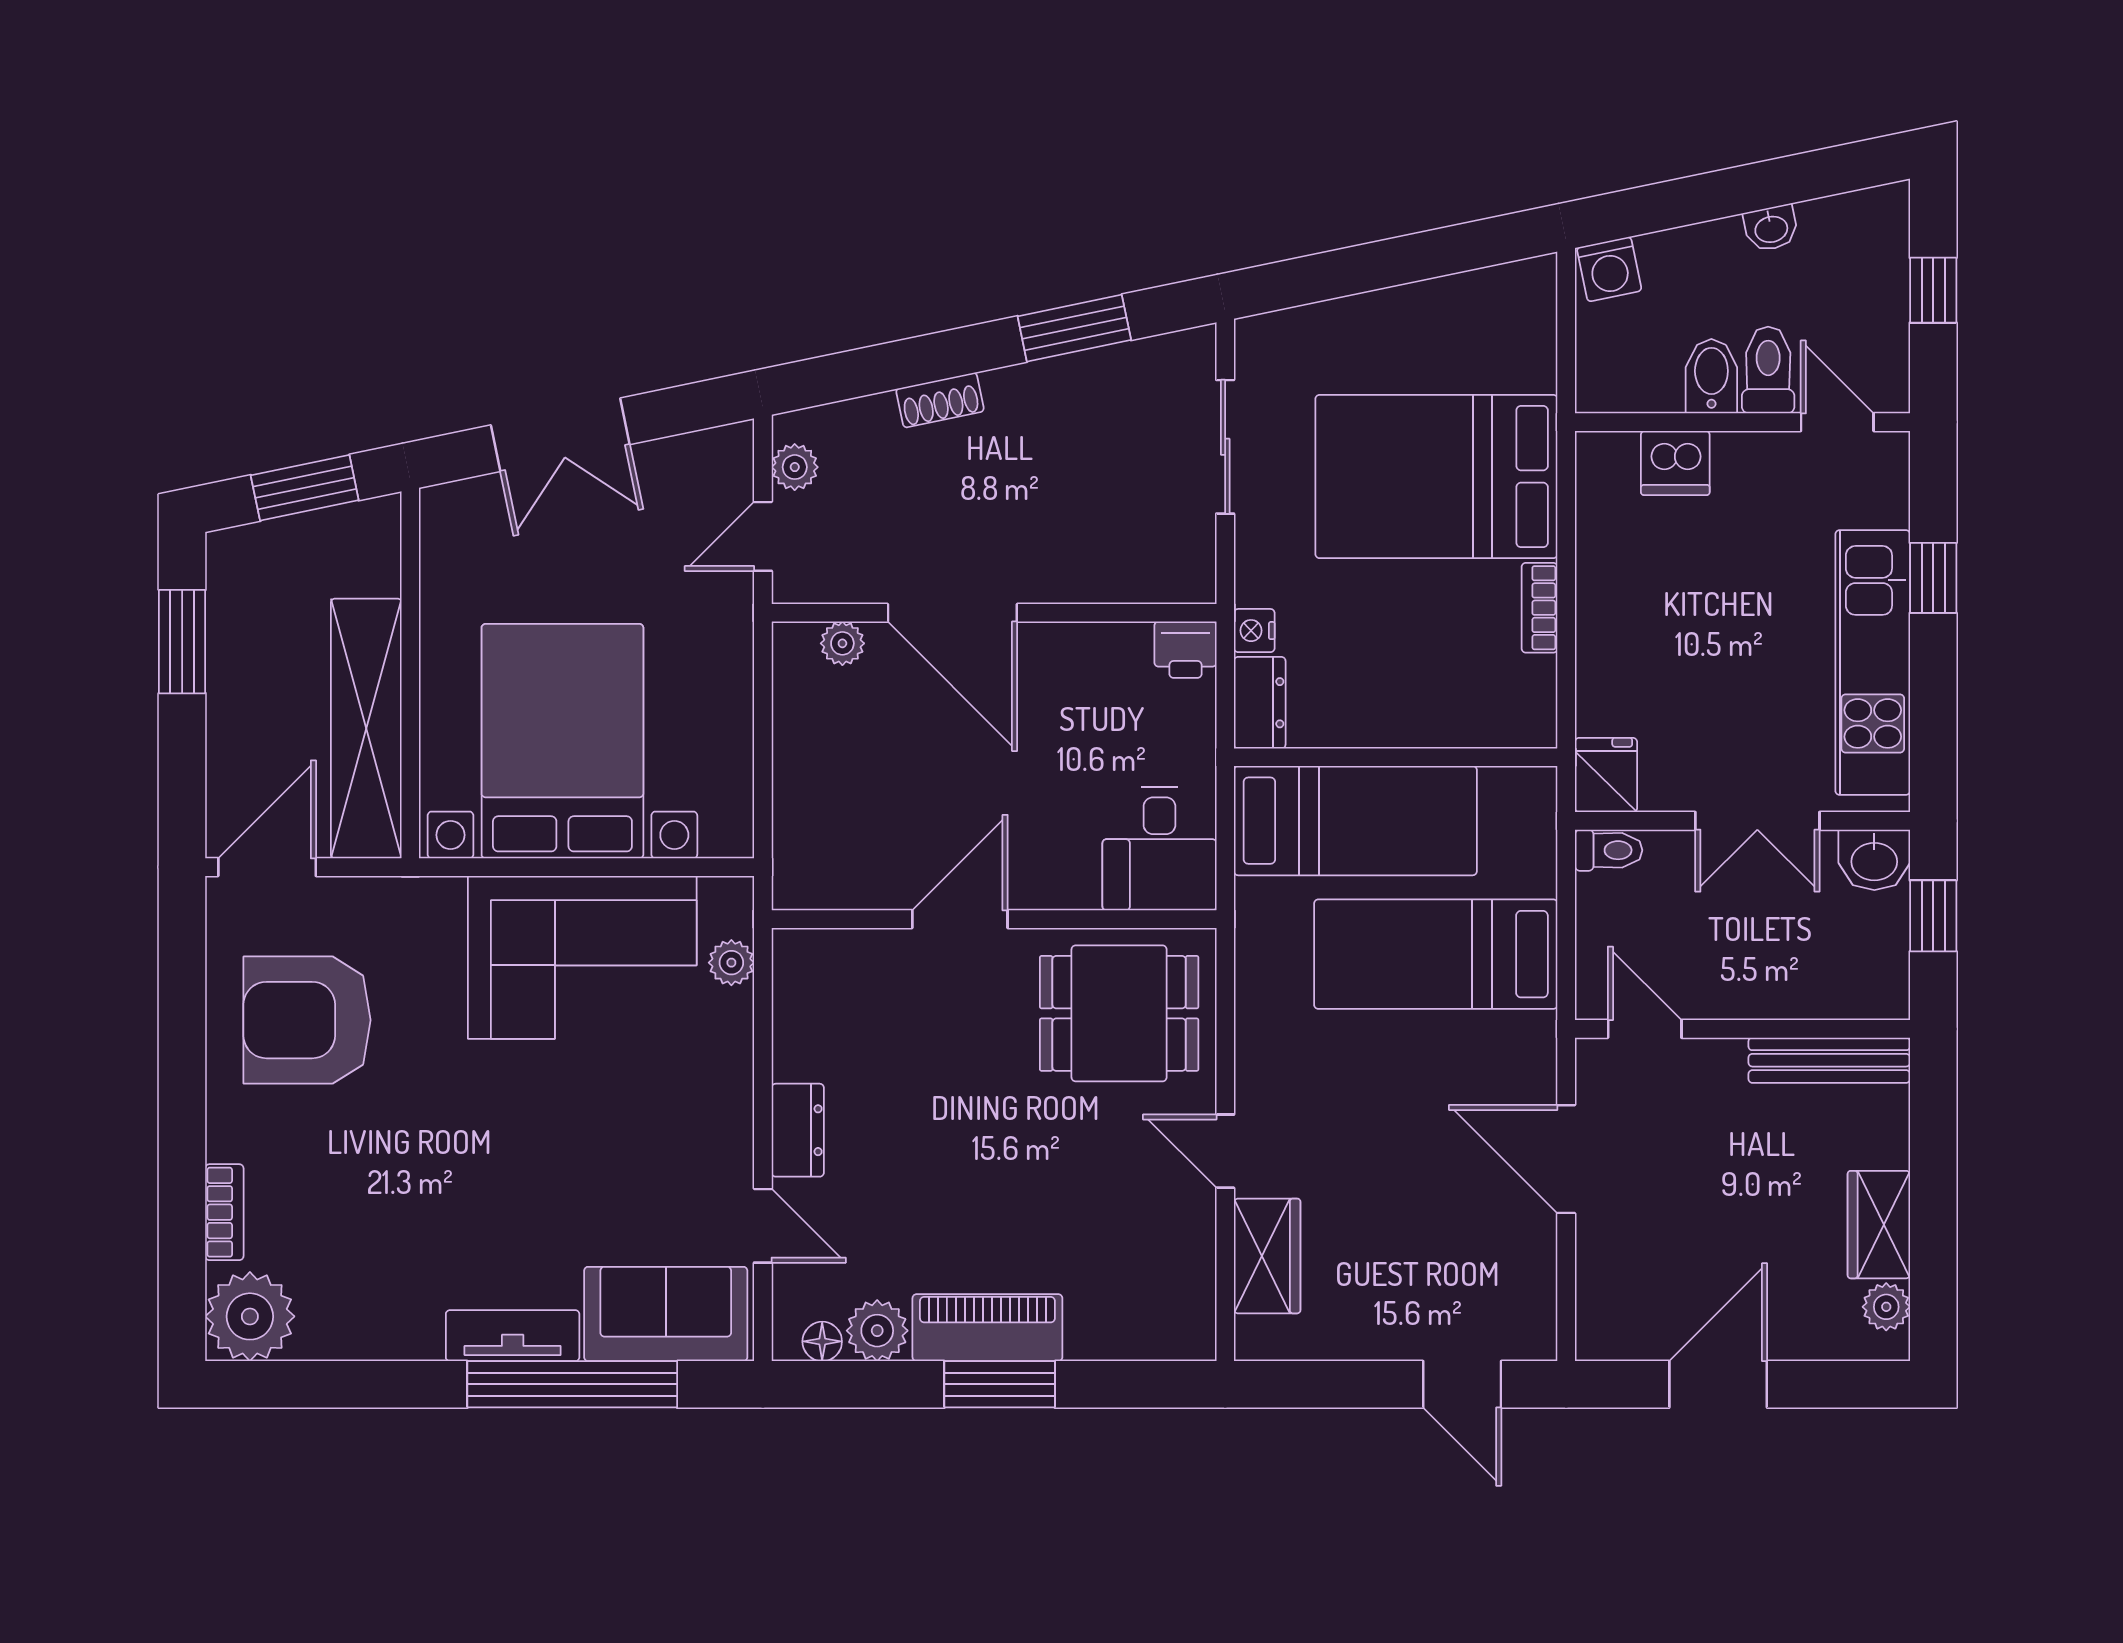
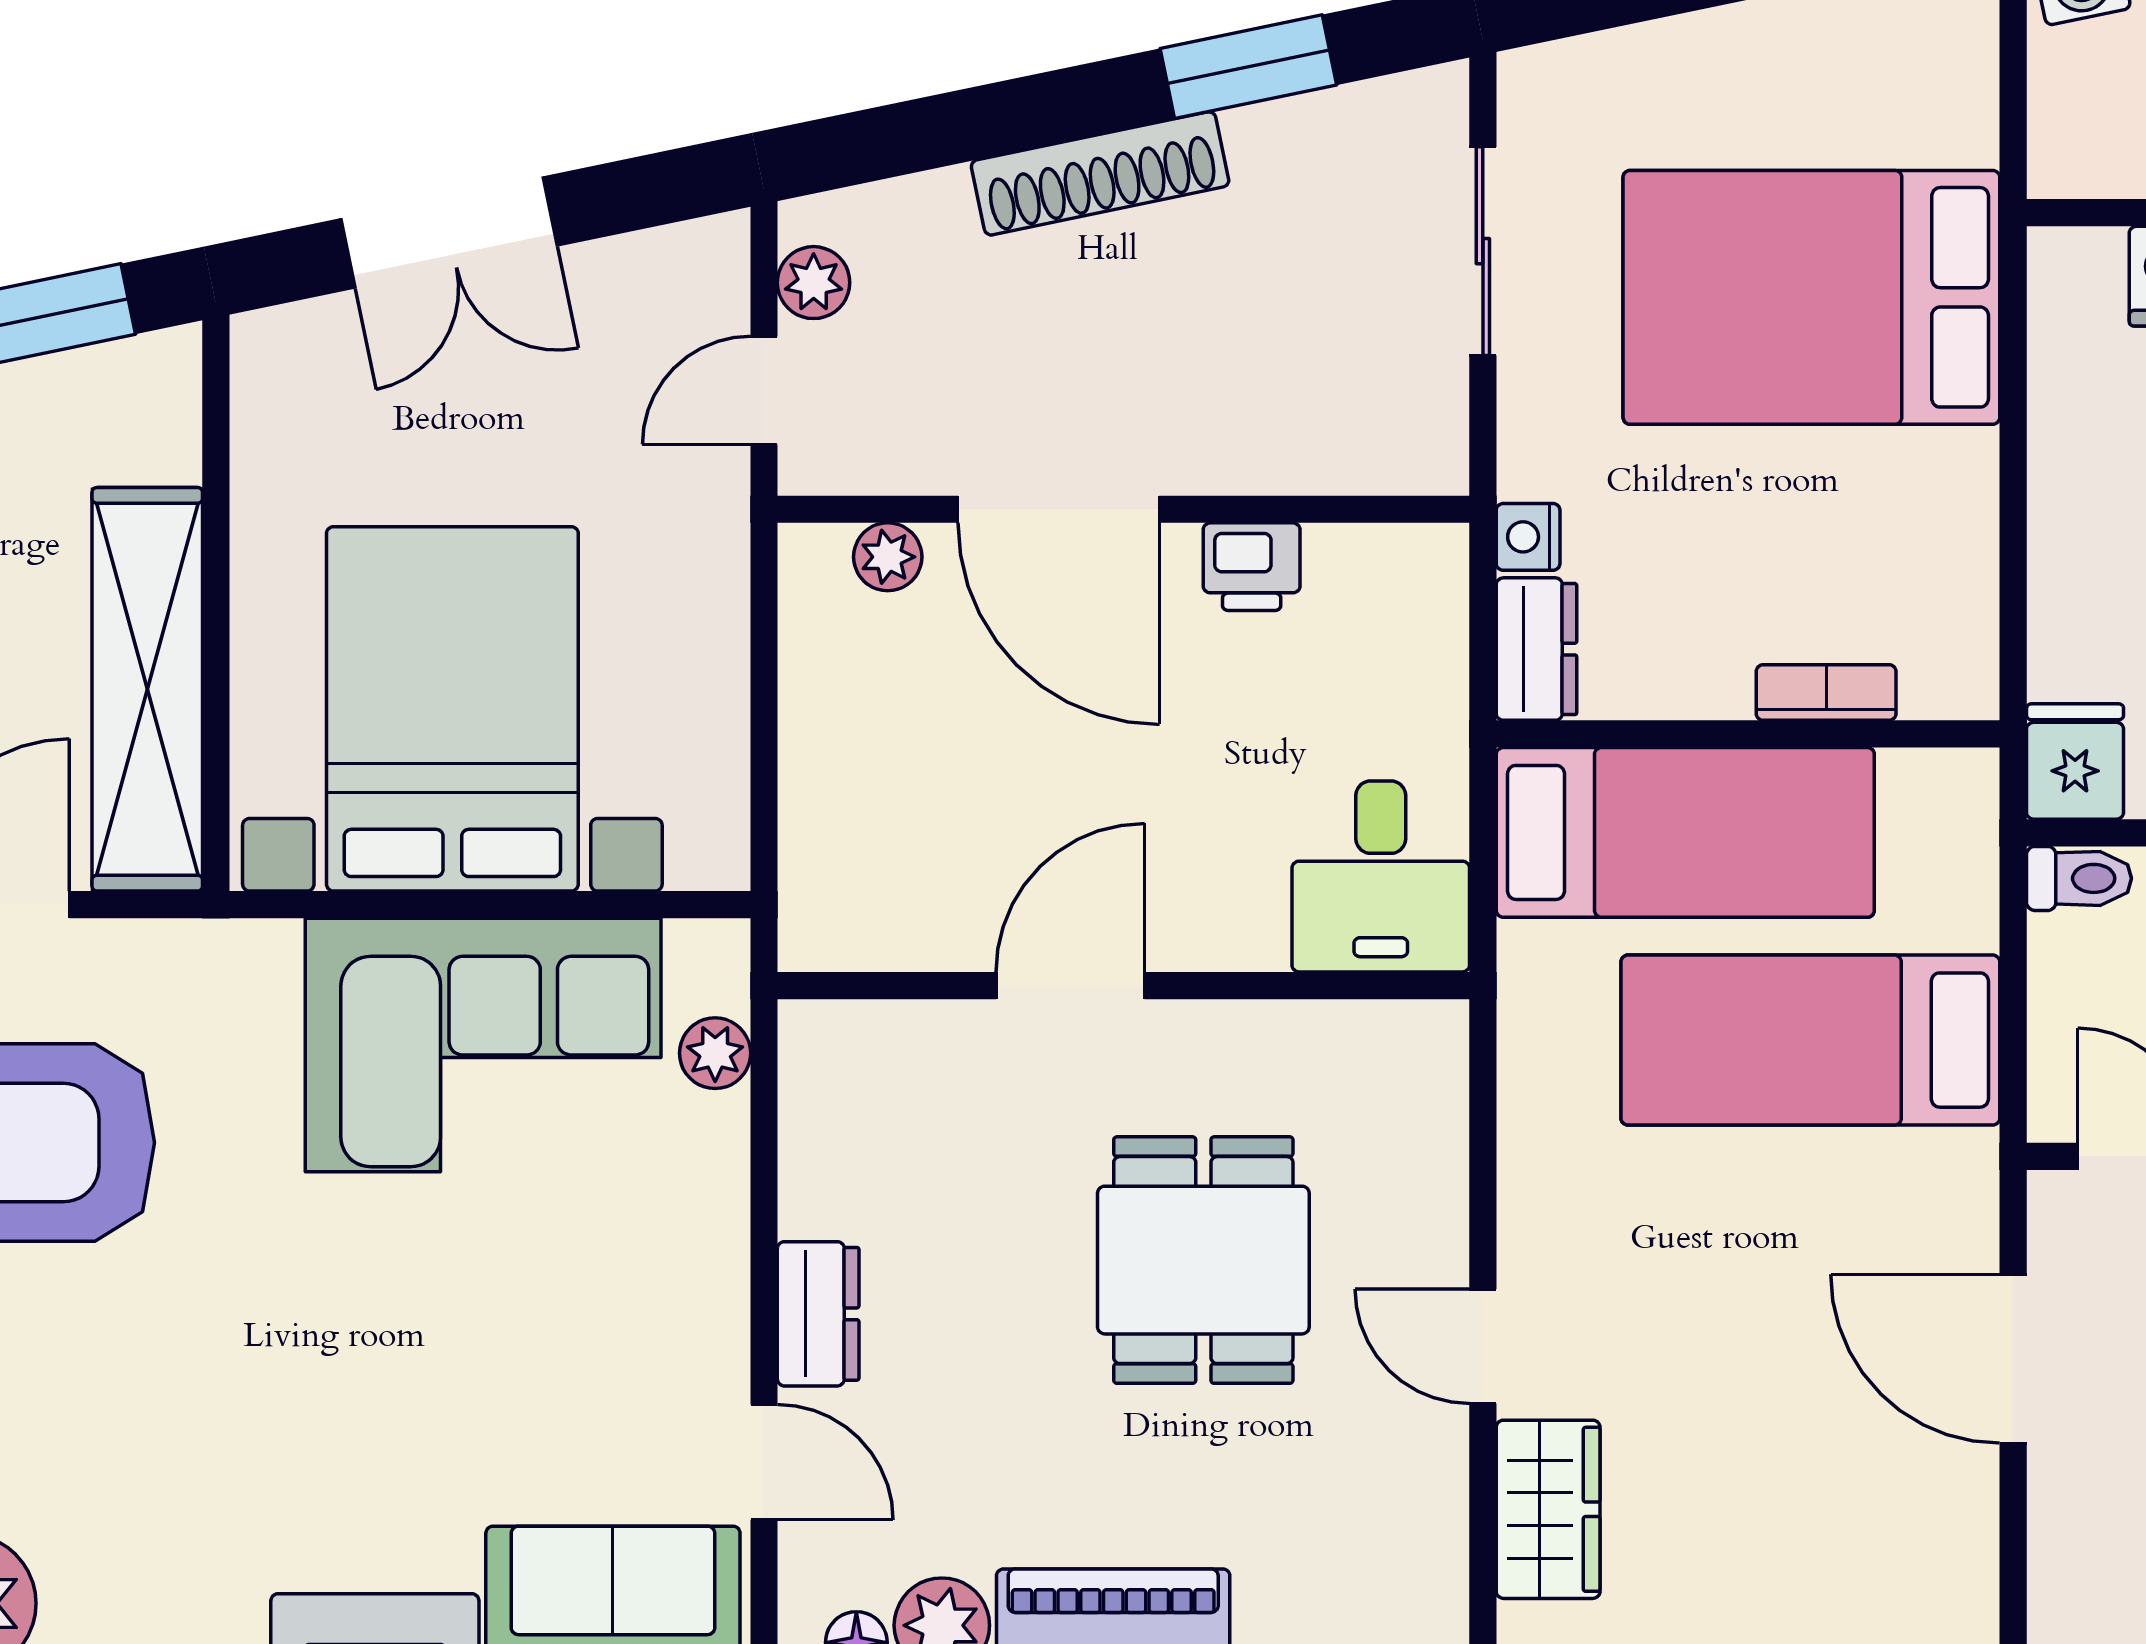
shoe rack: (940, 400) -> (1100, 173), width x1.94, depth x1.24
bookcase: (1540, 608) -> (1826, 693), moved, turned 90
printer: (1185, 650) -> (1252, 567), moved
dining table: (1119, 1013) -> (1203, 1260), moved, turned 90

